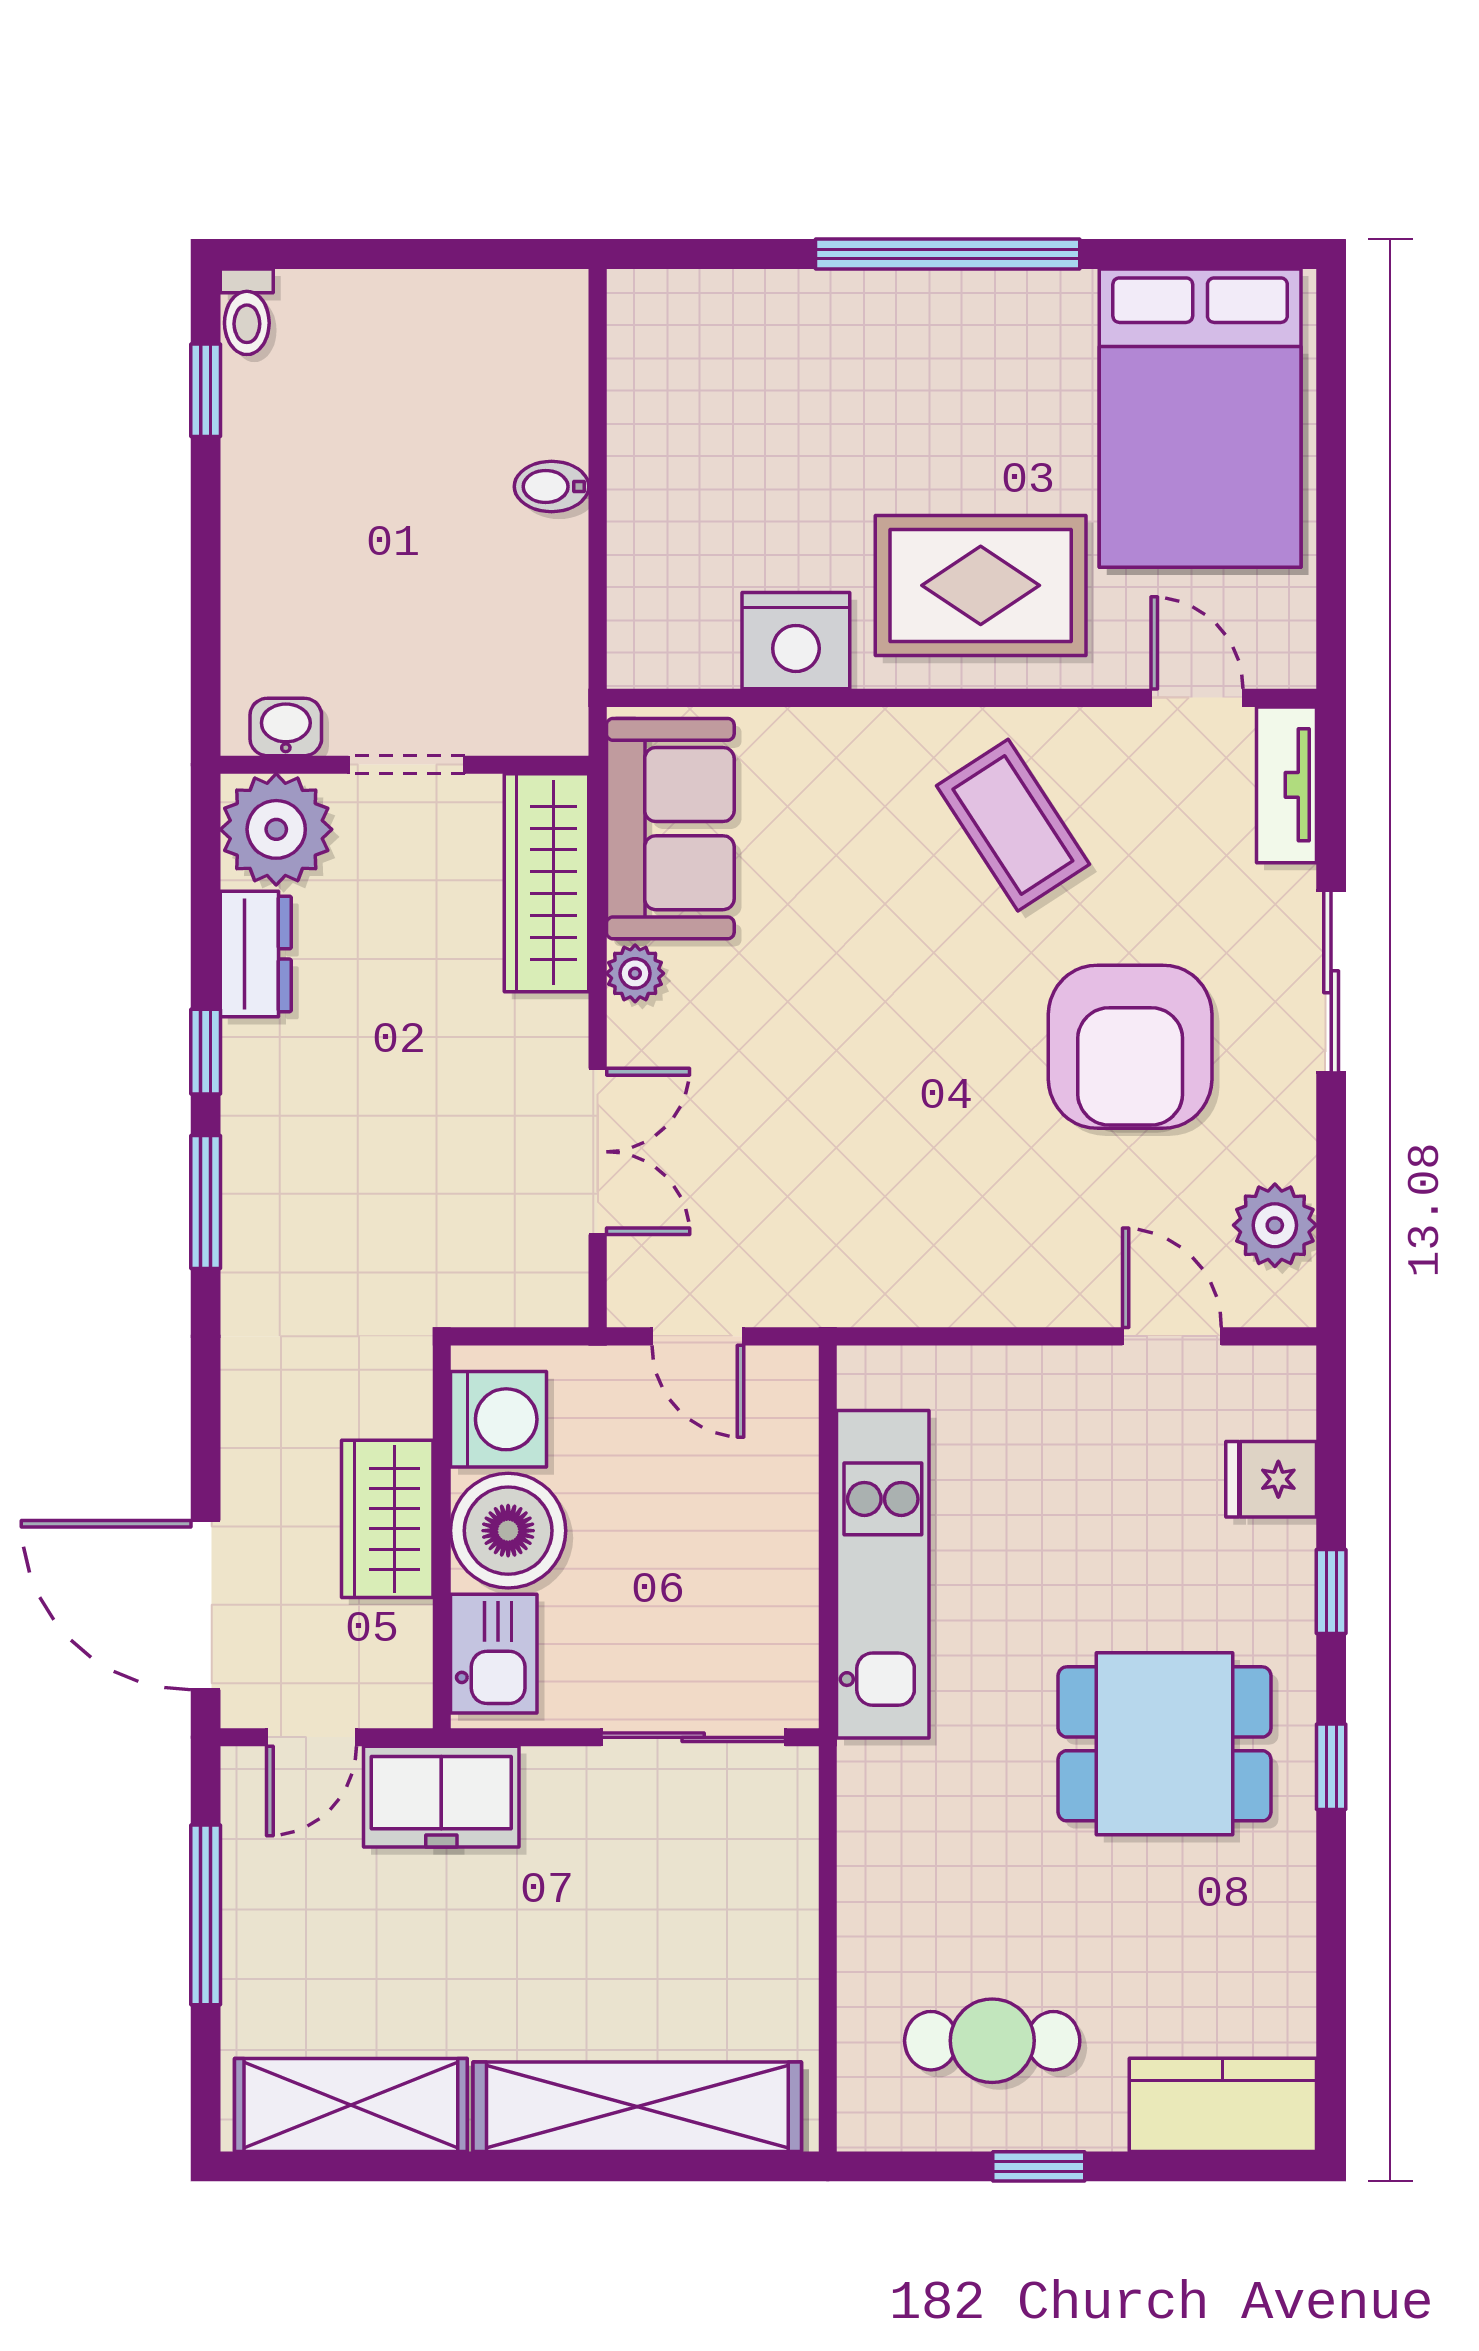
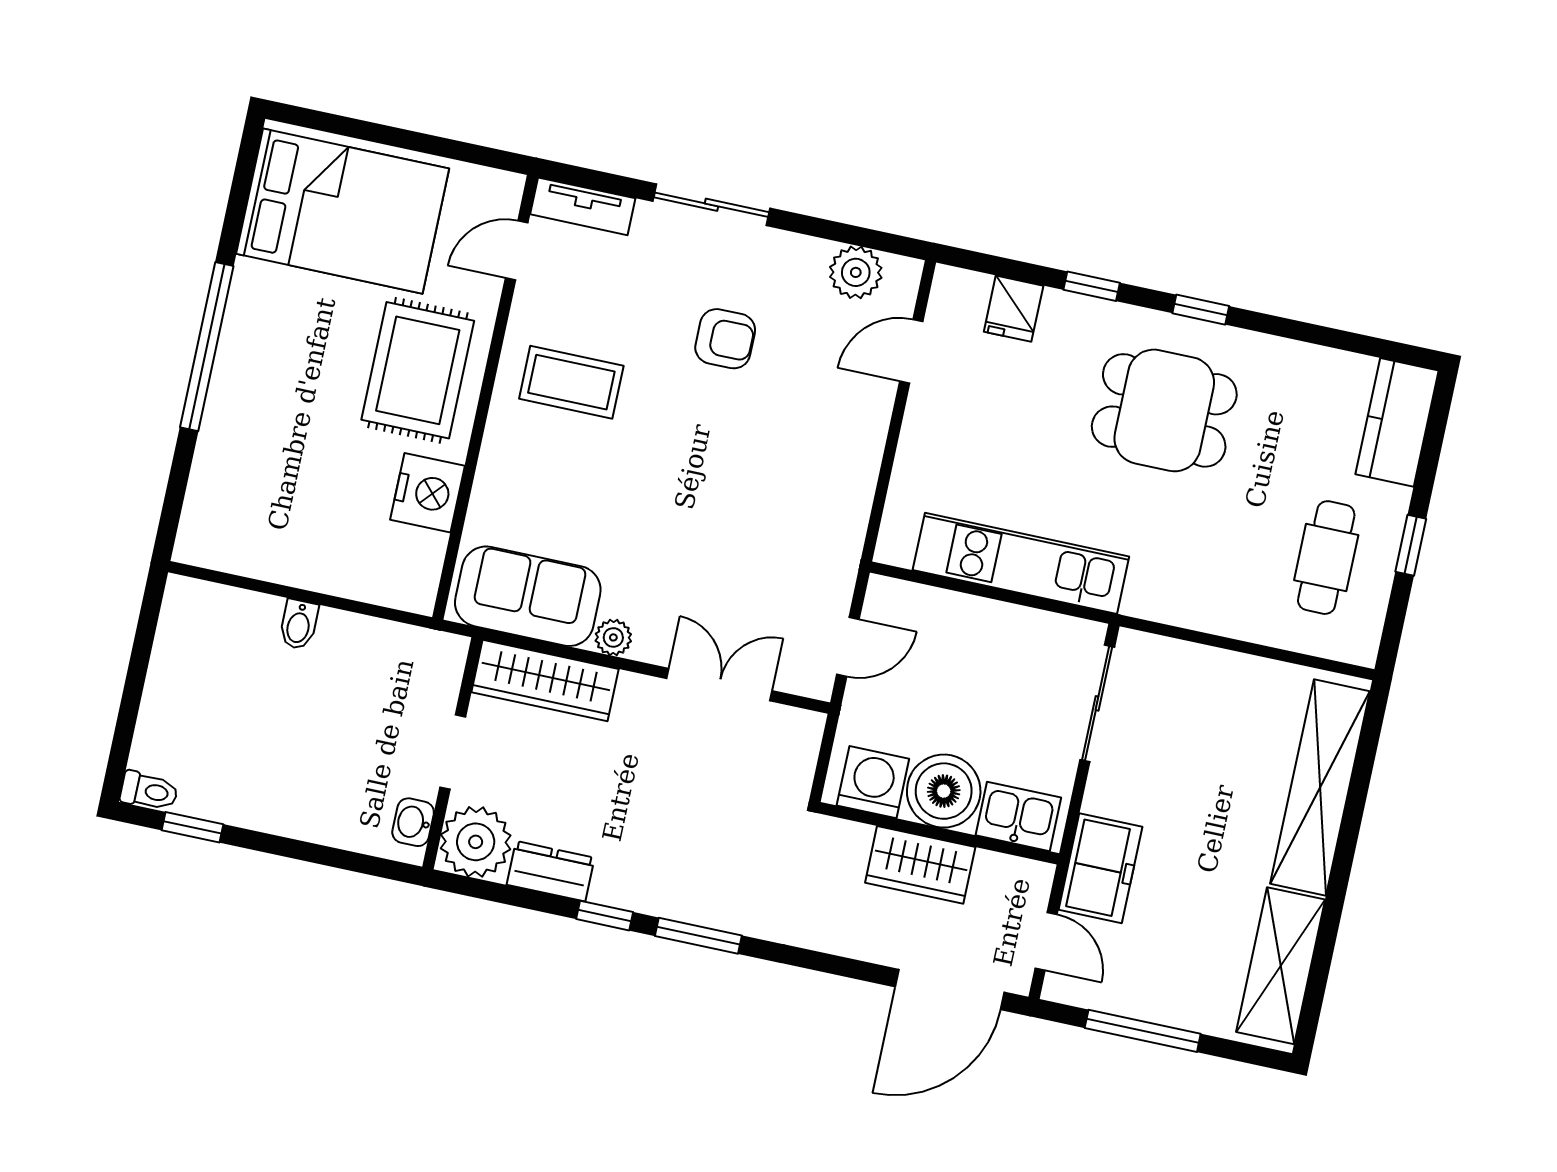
coffee table: (1013, 825) -> (571, 382), turned 33
armchair: (1130, 1047) -> (725, 339), width x0.53, depth x0.53
dining table: (1165, 1744) -> (1164, 410), turned 90

